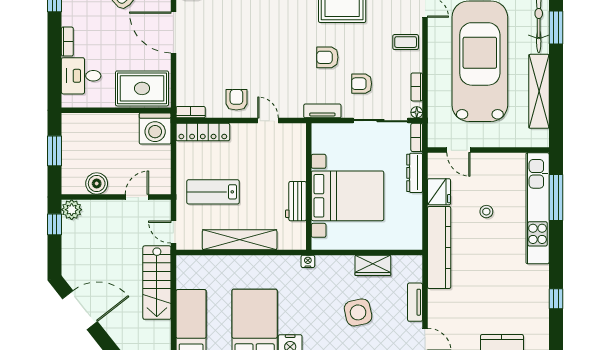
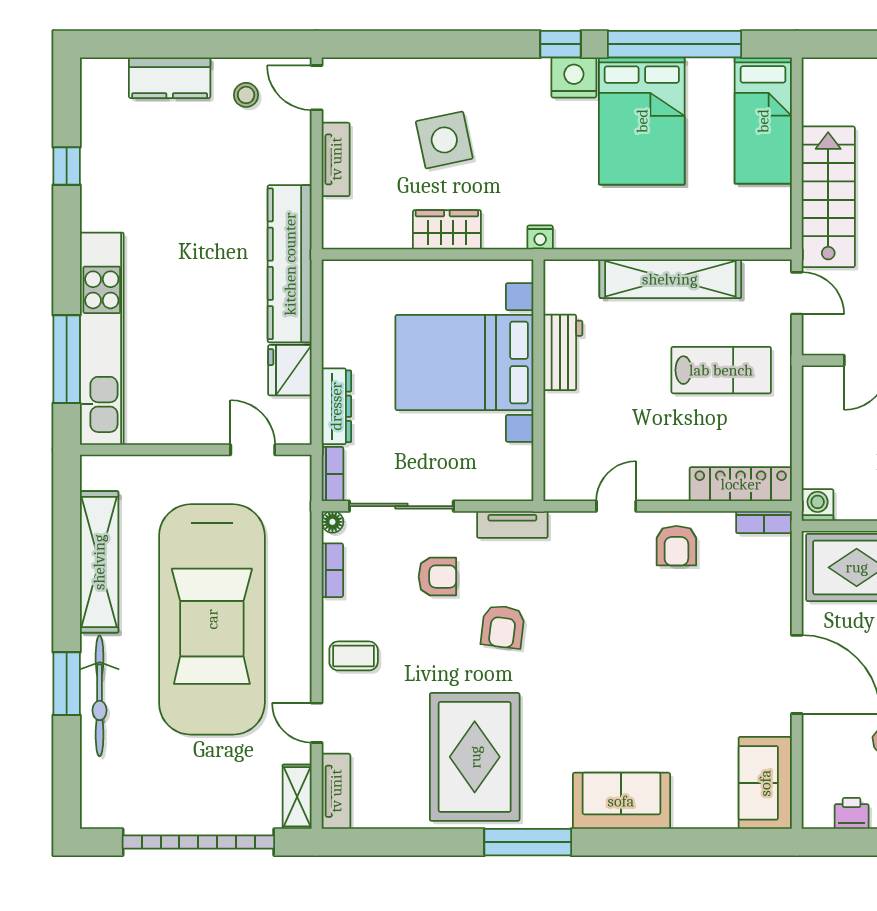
armchair: (327, 57) -> (503, 627), turned 97
door: (268, 121) -> (616, 506), swing flipped
washing machine: (155, 128) -> (818, 505), width x0.53, depth x0.53
stool: (486, 212) -> (246, 95), moved
wardrobe: (373, 265) -> (447, 230), moved

